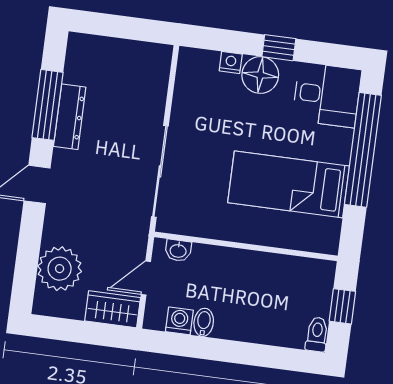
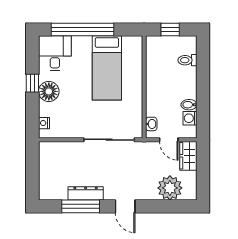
nightstand: (231, 62) -> (44, 123), moved
toilet: (317, 334) -> (187, 60), moved

